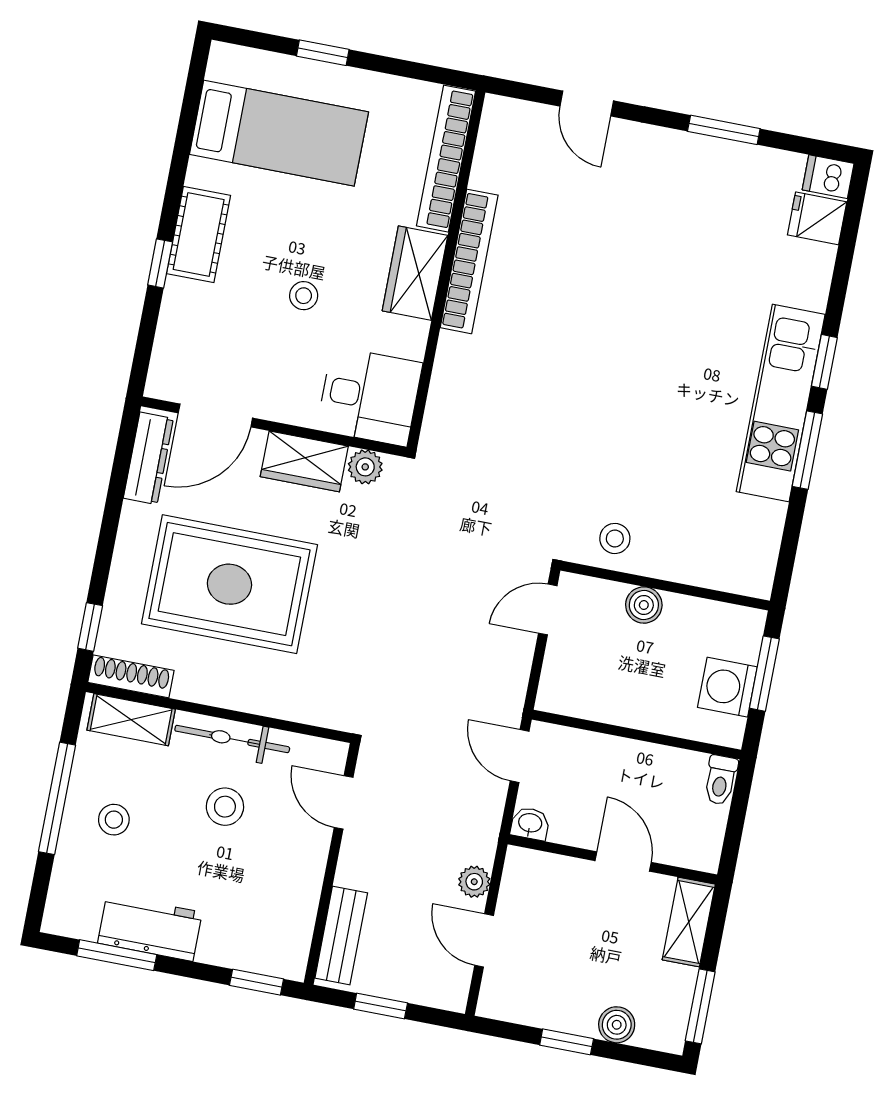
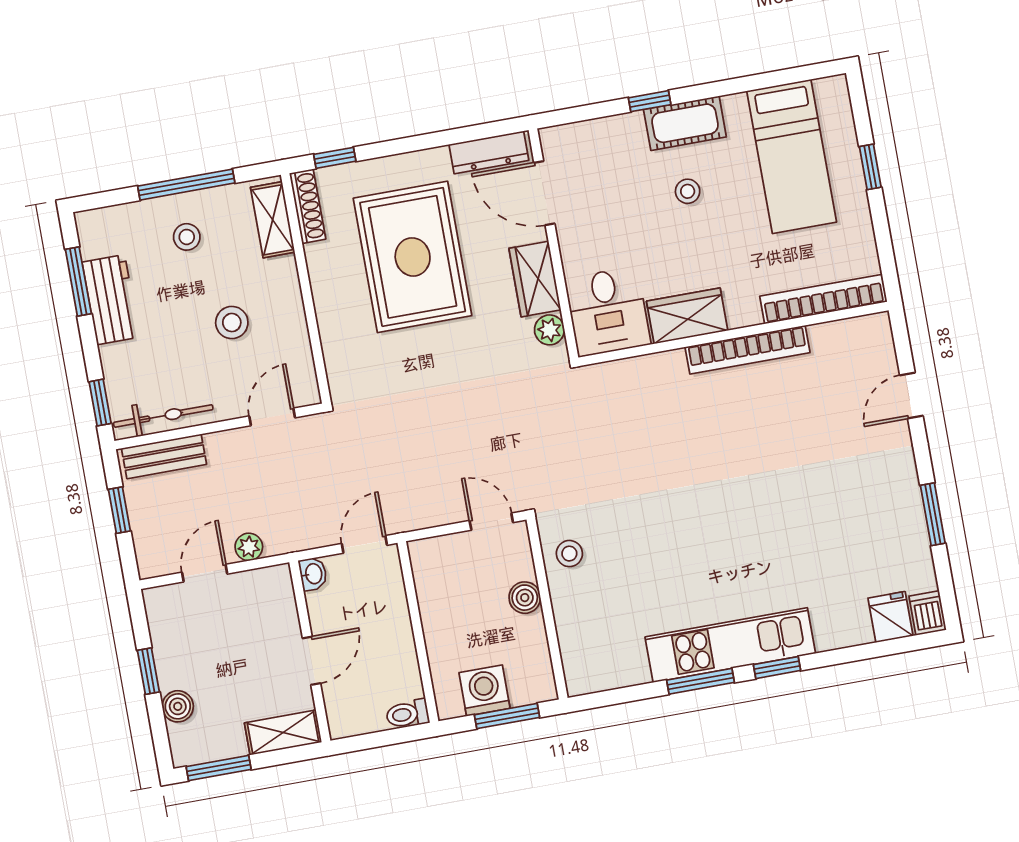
wardrobe: (415, 273) -> (687, 316), moved
stool: (304, 296) -> (688, 191), moved
bicycle: (232, 739) -> (163, 416), moved, turned 90

